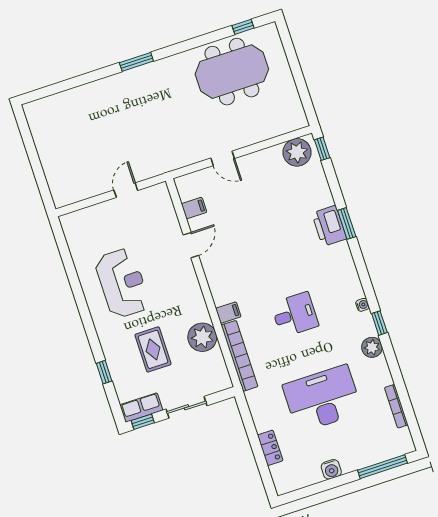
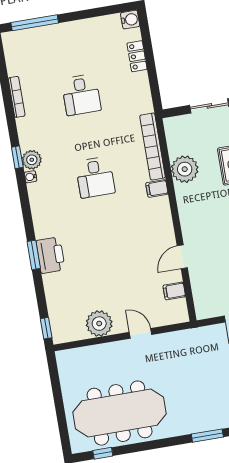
meeting table: (232, 72) -> (120, 413), width x1.36
plant: (297, 152) -> (99, 324), moved
desk: (295, 315) -> (95, 177), turned -90
plant: (372, 347) -> (32, 160), moved
desk: (322, 399) -> (81, 95), width x0.53, depth x0.77
bookcase: (396, 406) -> (17, 97), moved
water cooler: (331, 469) -> (130, 20), moved, turned 90

